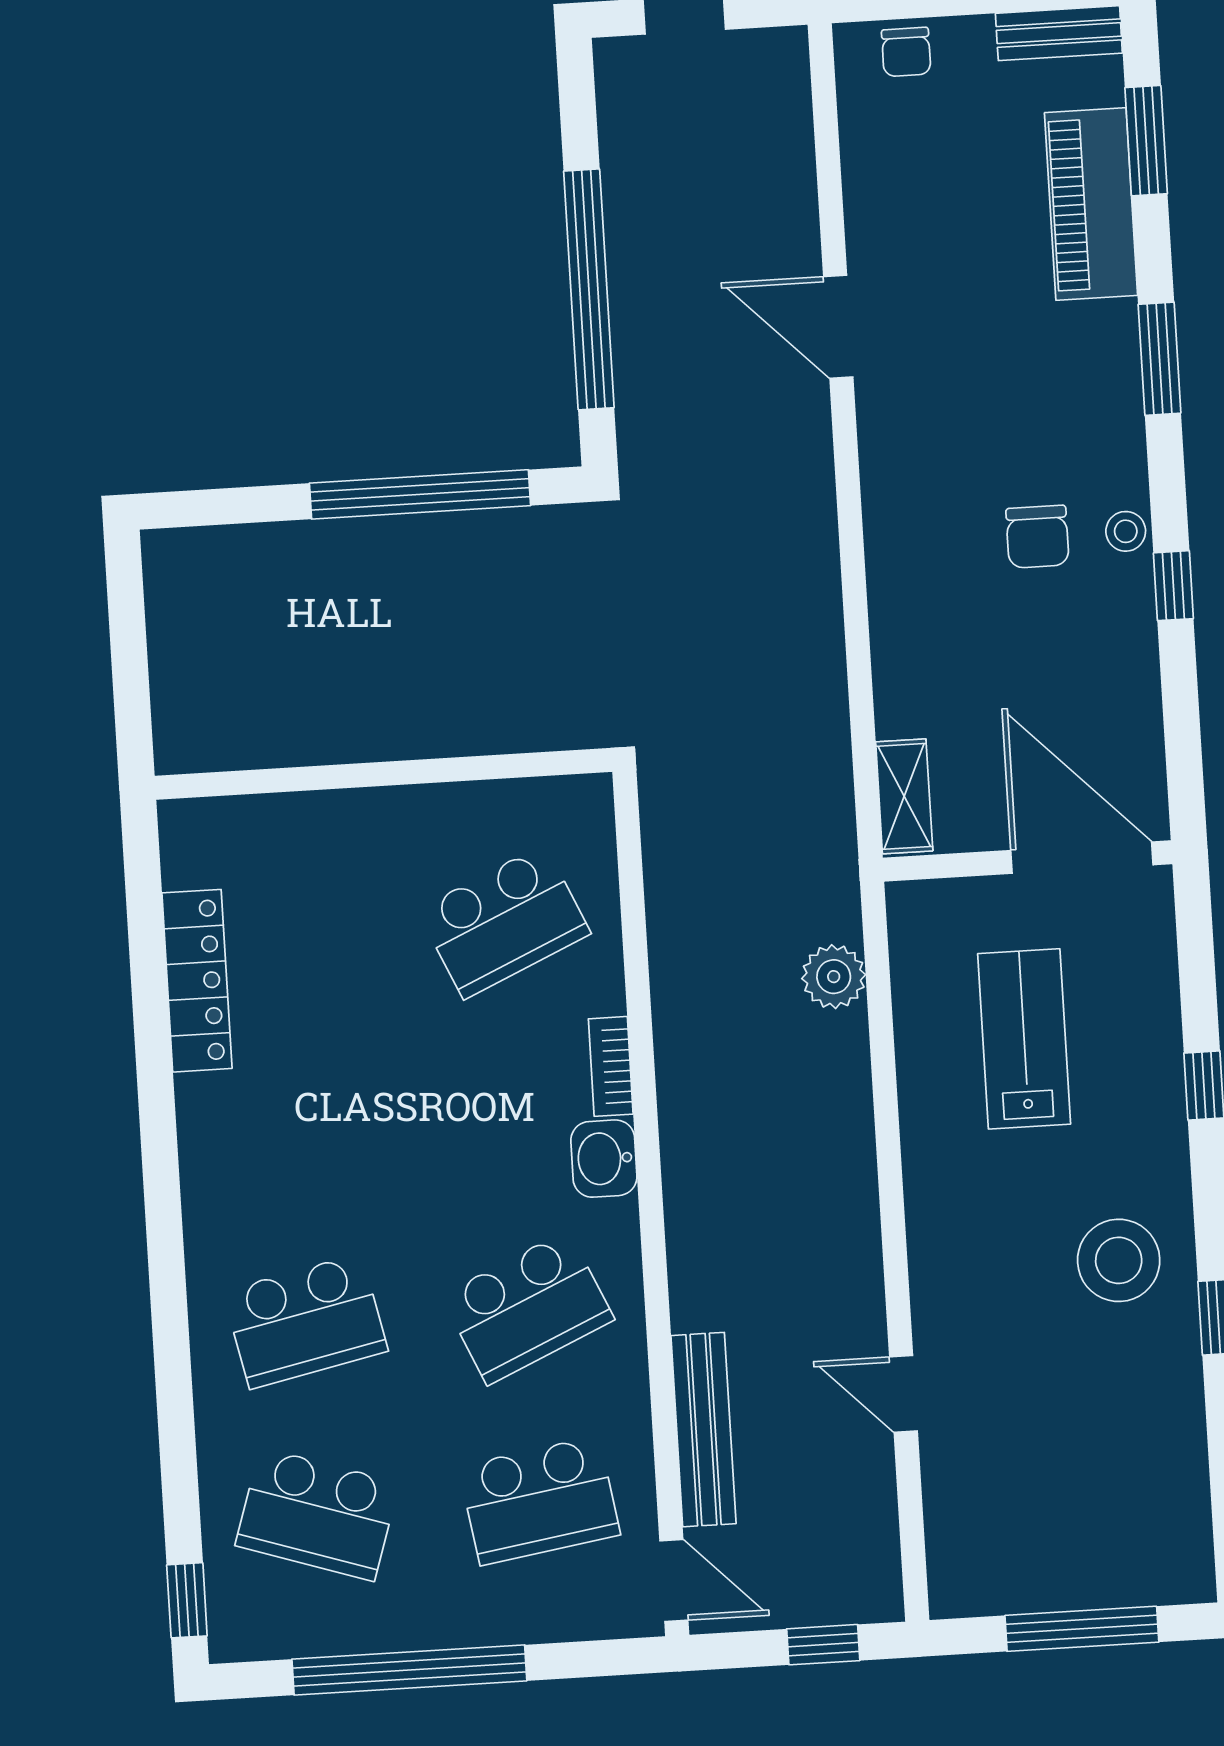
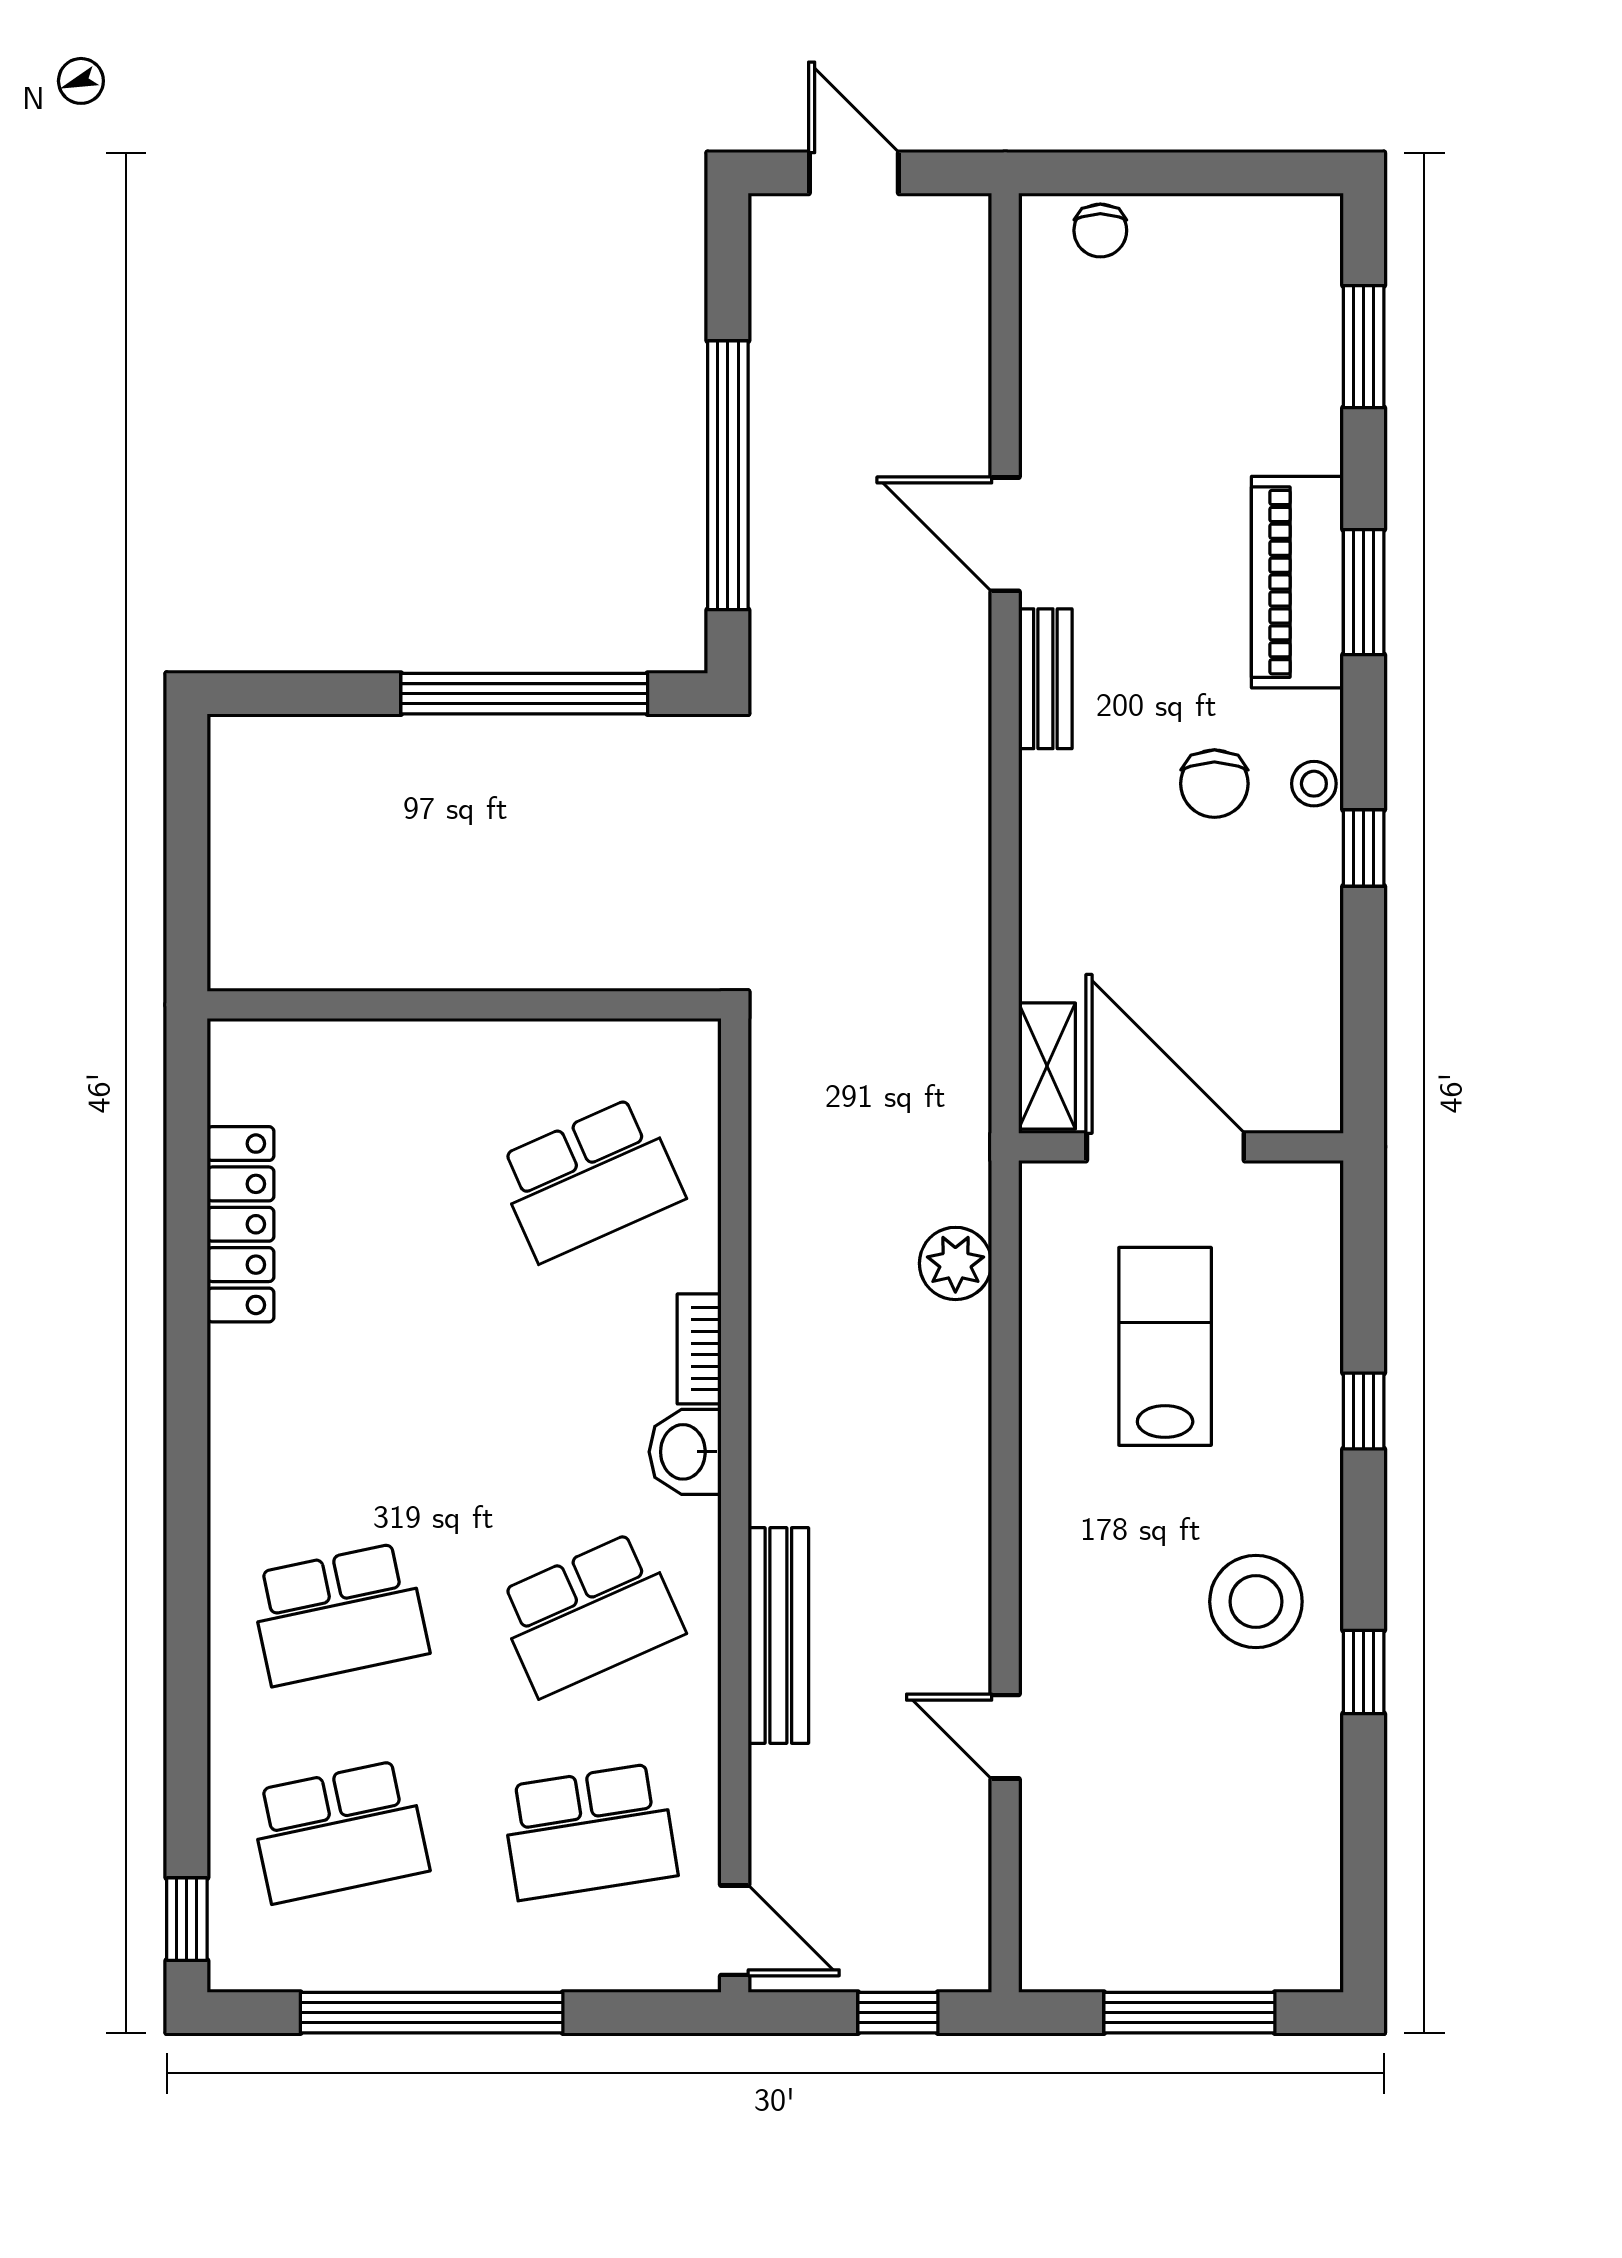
bench: (1059, 33) -> (1045, 679), moved, turned 90
piano: (1091, 204) -> (1297, 582), moved
door: (1082, 858) -> (1165, 1147), moved
bench: (704, 1430) -> (778, 1636), moved
school desk: (317, 1514) -> (339, 1831), turned -30

